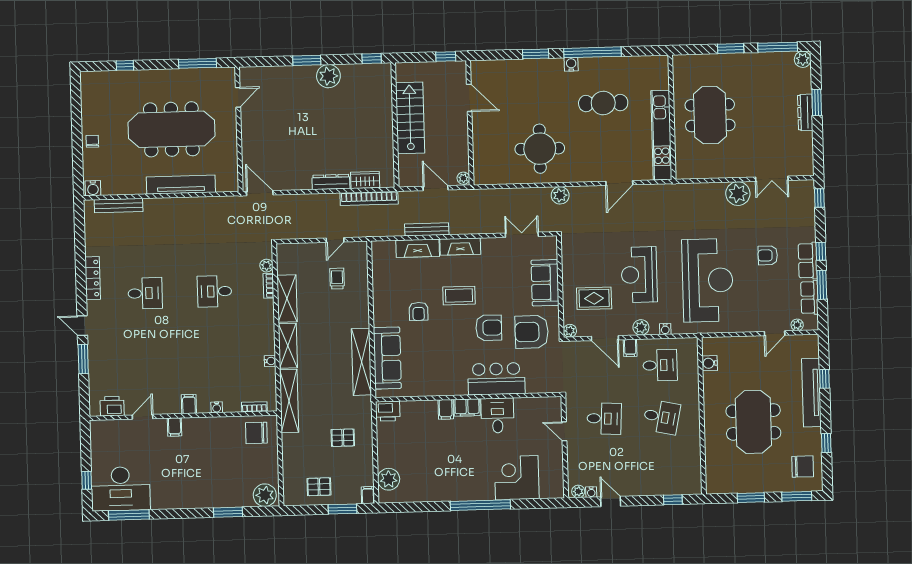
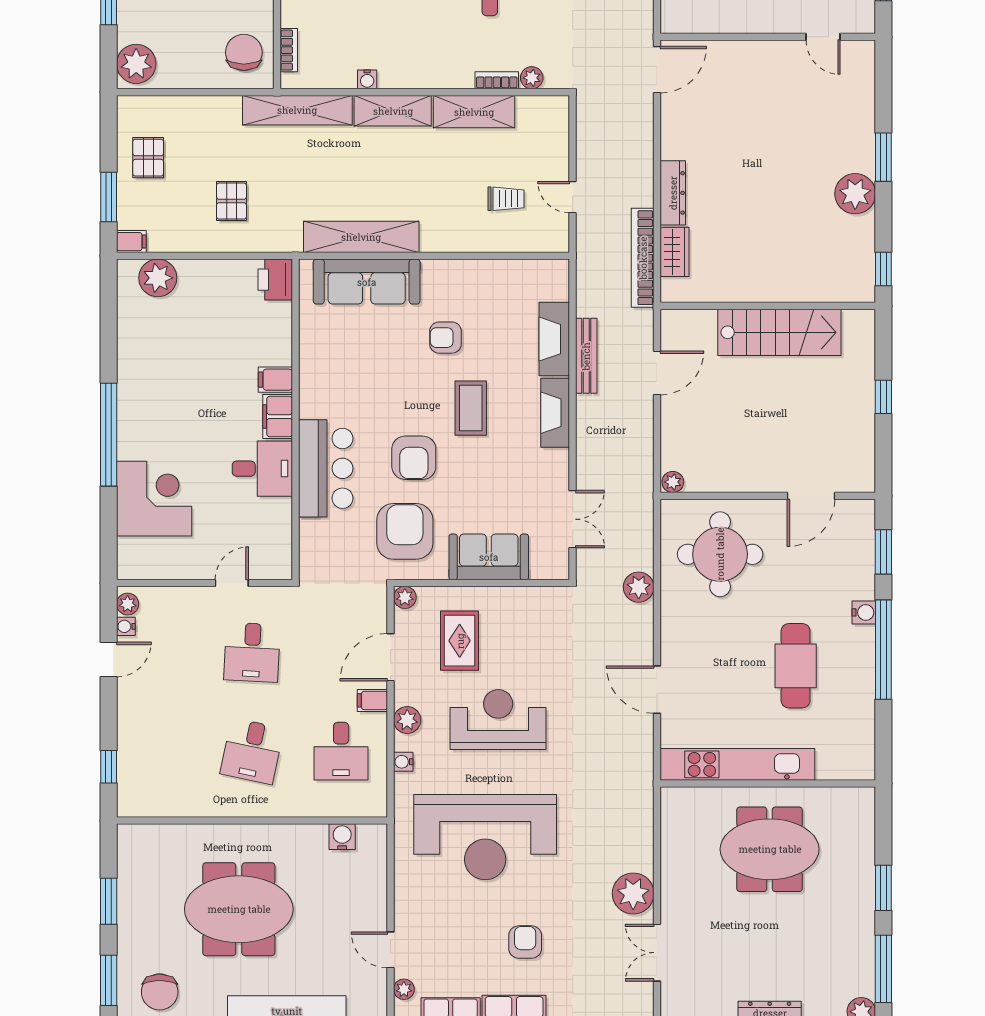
door: (469, 98) -> (811, 496), moved
wall: (470, 123) -> (768, 496), moved
plant: (463, 178) -> (673, 482), moved

